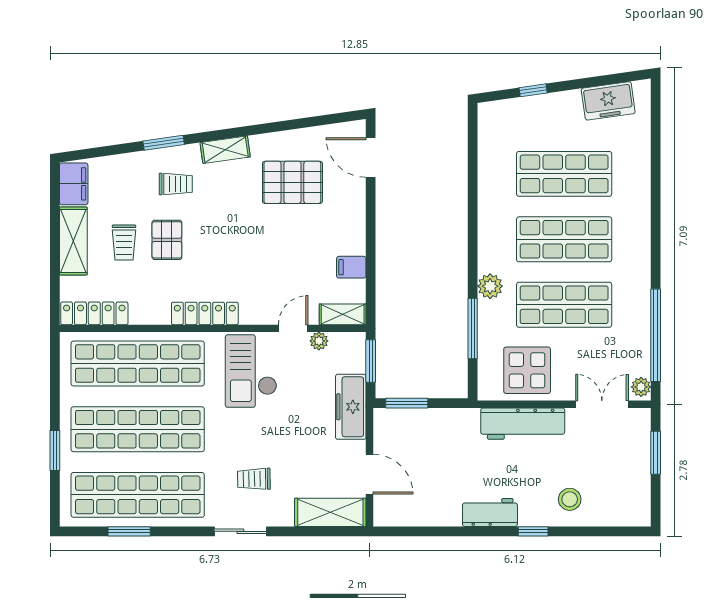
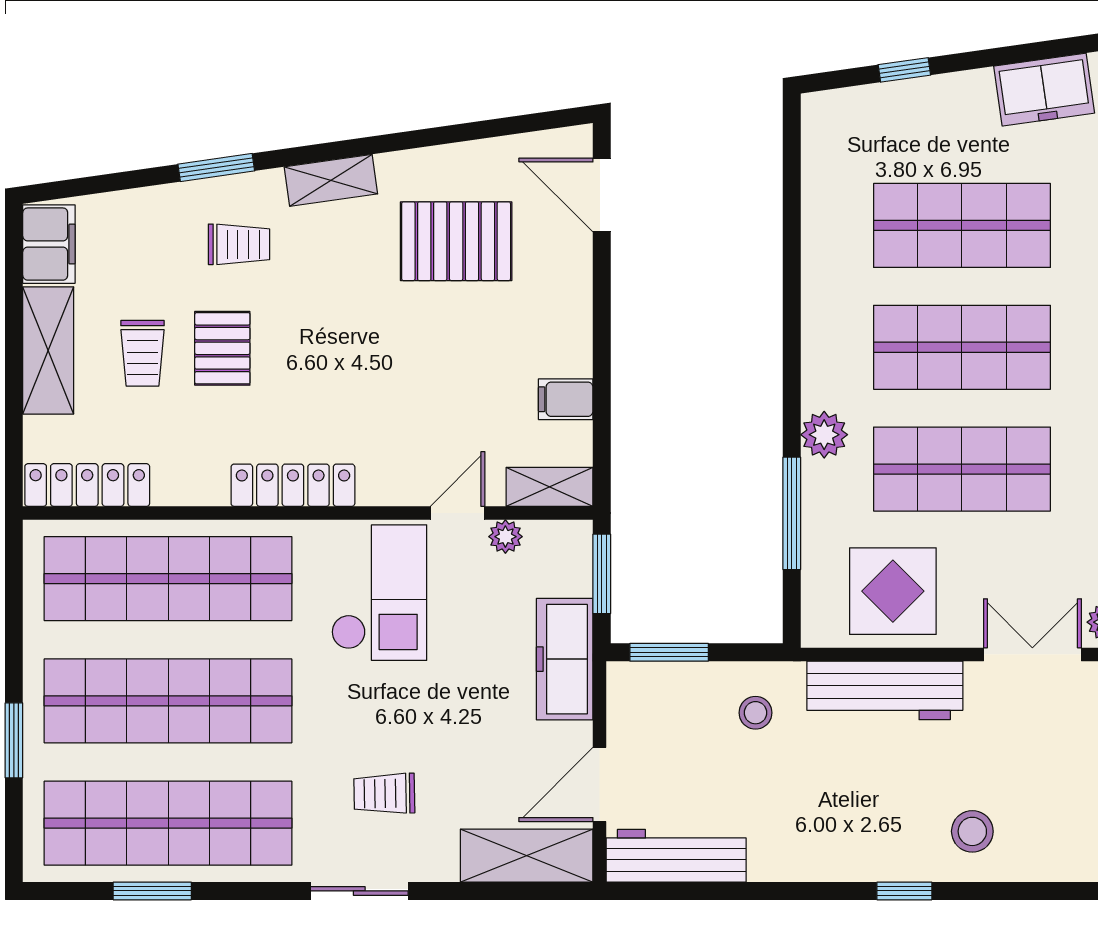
checkout: (251, 371) -> (379, 593), turned 180
stool: (453, 436) -> (755, 713), added
door: (369, 474) -> (600, 785), swing flipped
workbench: (490, 512) -> (676, 856), moved, width x1.38

